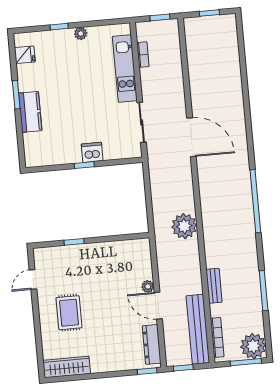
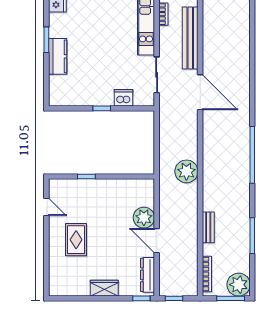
dishwasher: (92, 152) -> (123, 98), moved
door: (33, 279) -> (46, 207), swing flipped
plant: (148, 286) -> (144, 218), width x1.87, depth x1.87
bench: (198, 329) -> (190, 38), moved
wardrobe: (67, 367) -> (104, 288), moved, width x0.67

